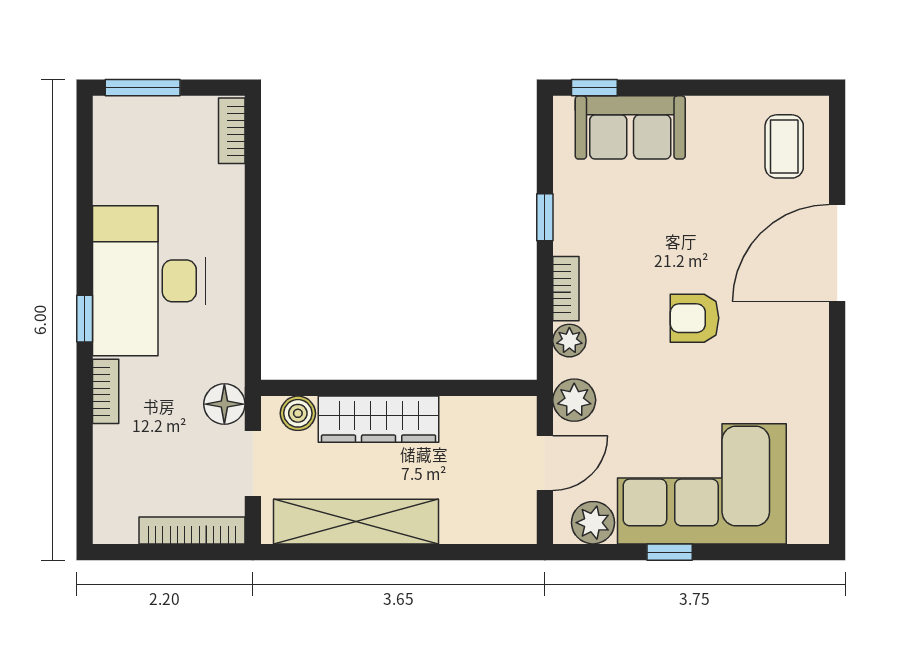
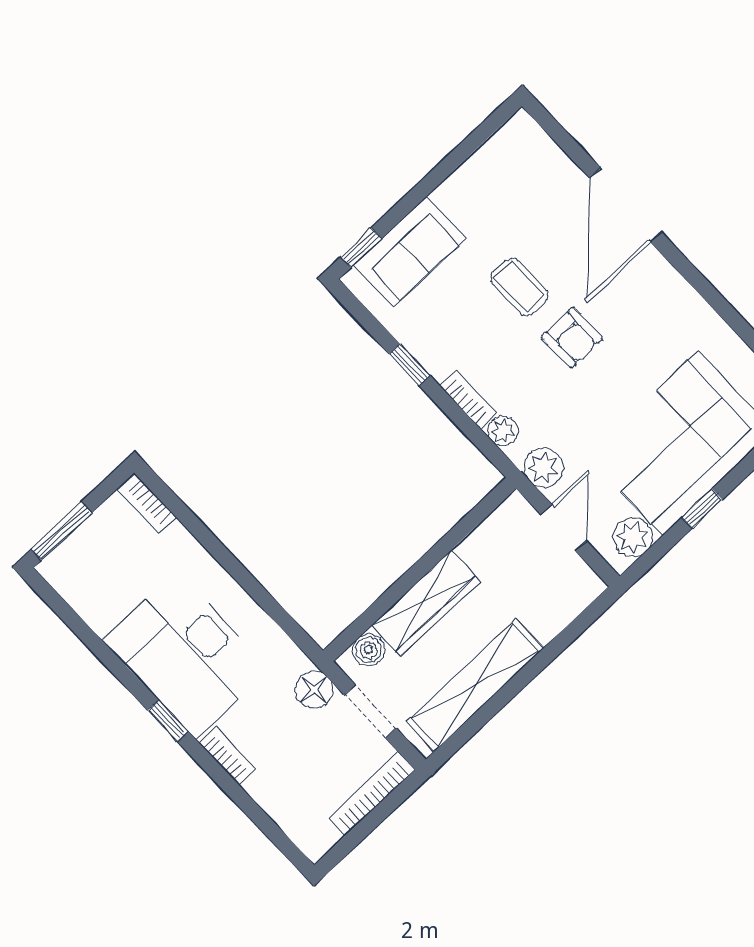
coffee table: (784, 146) -> (519, 287), moved
armchair: (695, 318) -> (572, 338), turned -90

